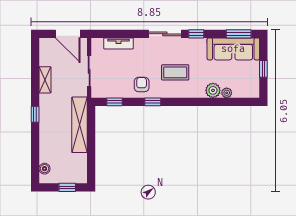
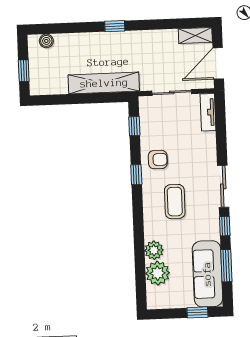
window: (239, 34) -> (226, 266), moved
tv unit: (119, 43) -> (208, 112), moved
window: (263, 69) -> (197, 312), moved
shelving: (45, 80) -> (195, 36), moved
plant: (227, 93) -> (158, 273), width x1.87, depth x1.87

